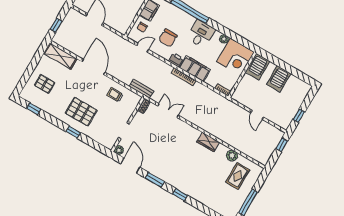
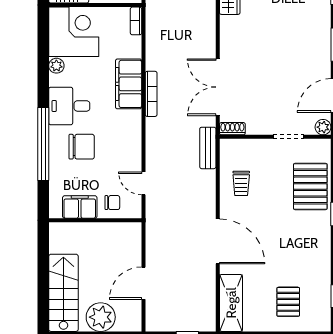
chair: (168, 38) -> (82, 147), moved
printer: (176, 60) -> (132, 121), removed
door: (94, 67) -> (218, 241), swing flipped
double door: (168, 111) -> (218, 87), width x1.37
pallet: (81, 112) -> (310, 186), moved

